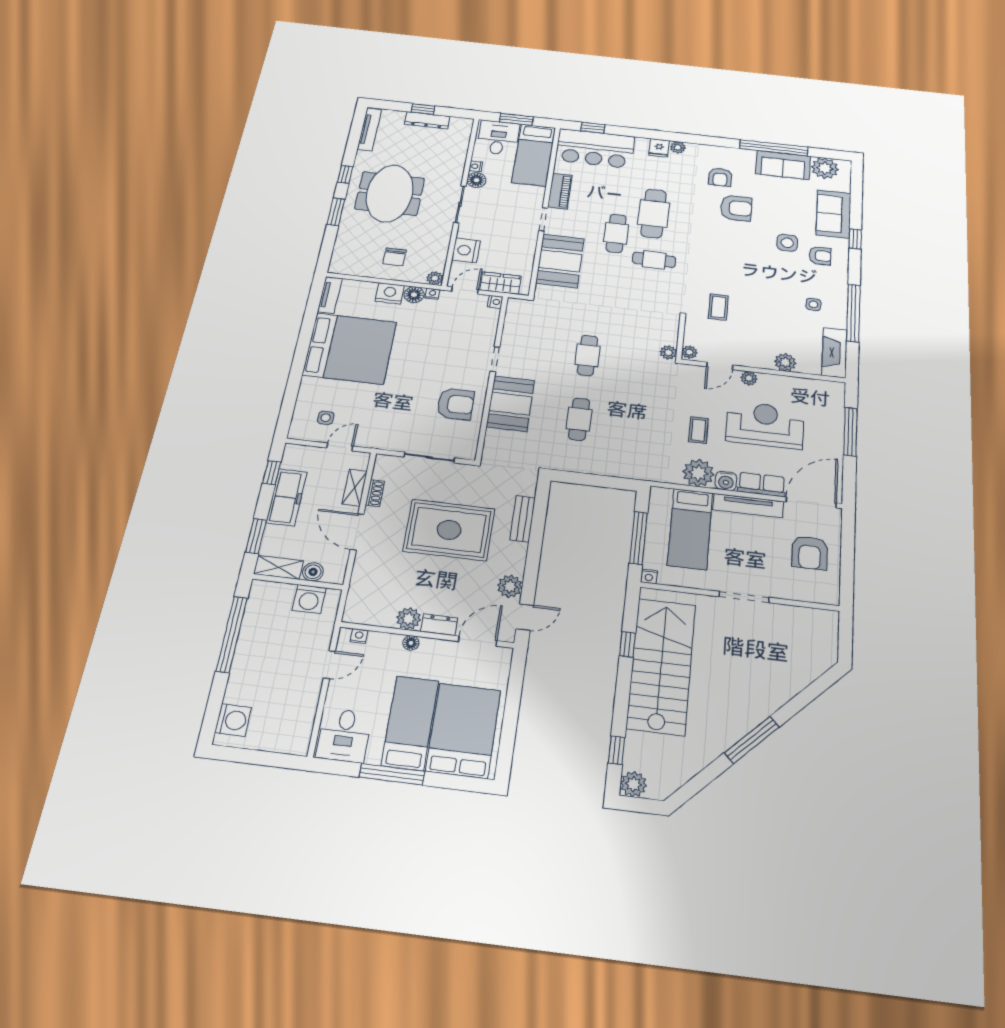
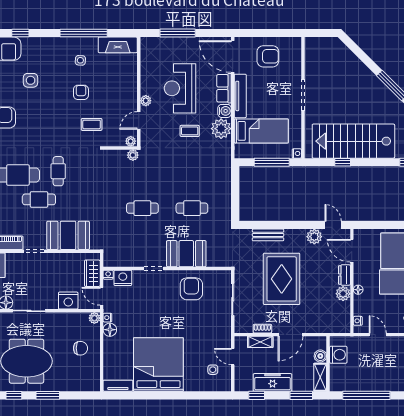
armchair: (820, 256) -> (81, 92), moved
nightstand: (390, 293) -> (123, 278), moved, turned 90
plant: (785, 362) -> (130, 77), removed
door: (720, 366) -> (139, 120), swing flipped

